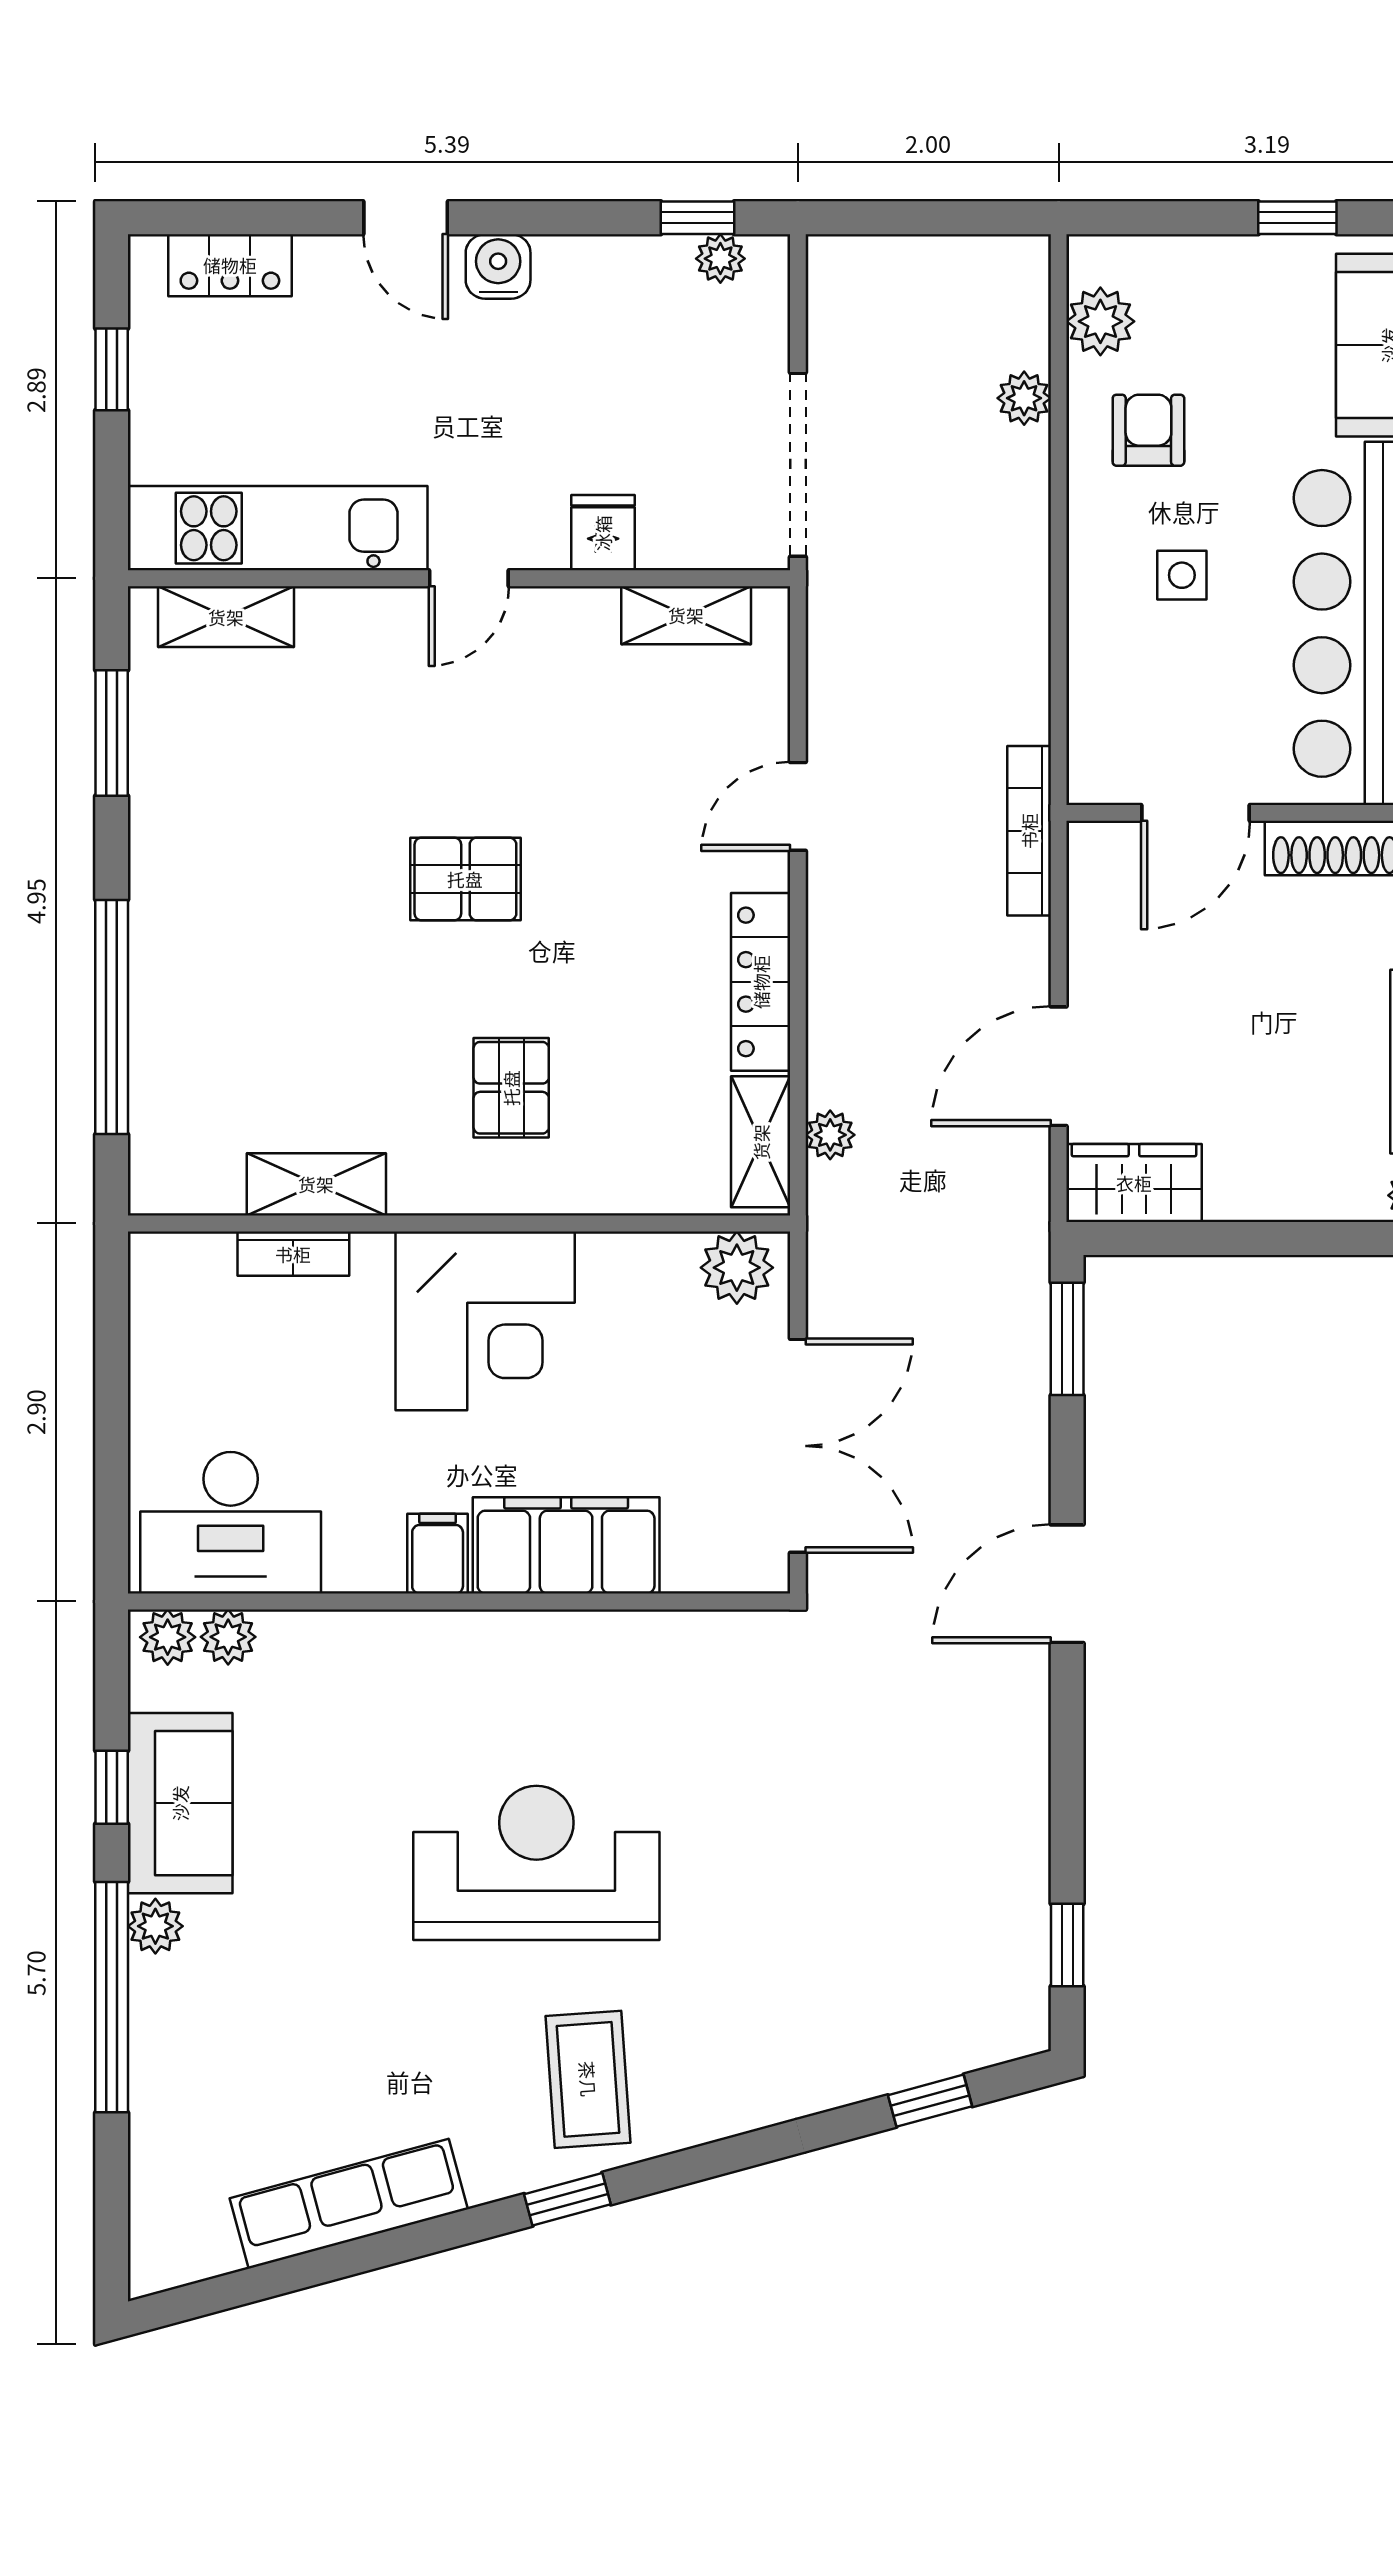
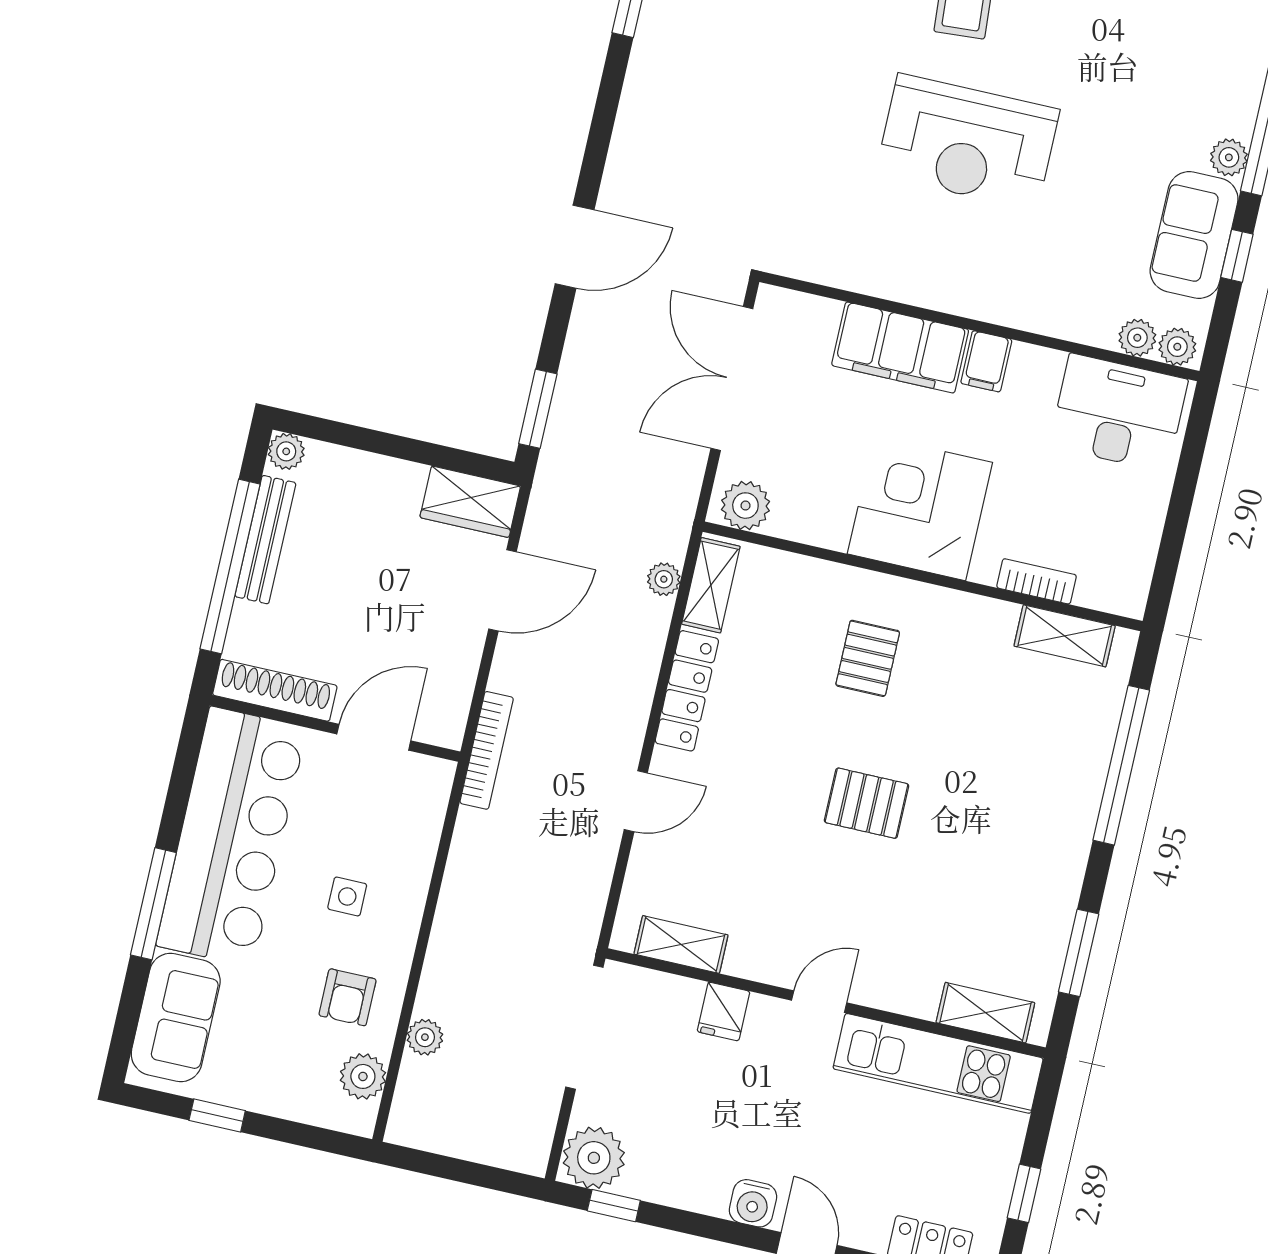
plant: (720, 259) -> (594, 1158), width x1.88, depth x1.88
shelving: (316, 1184) -> (1065, 636), moved

